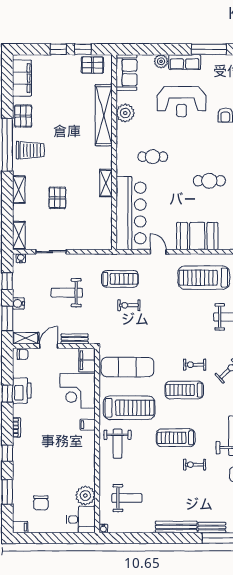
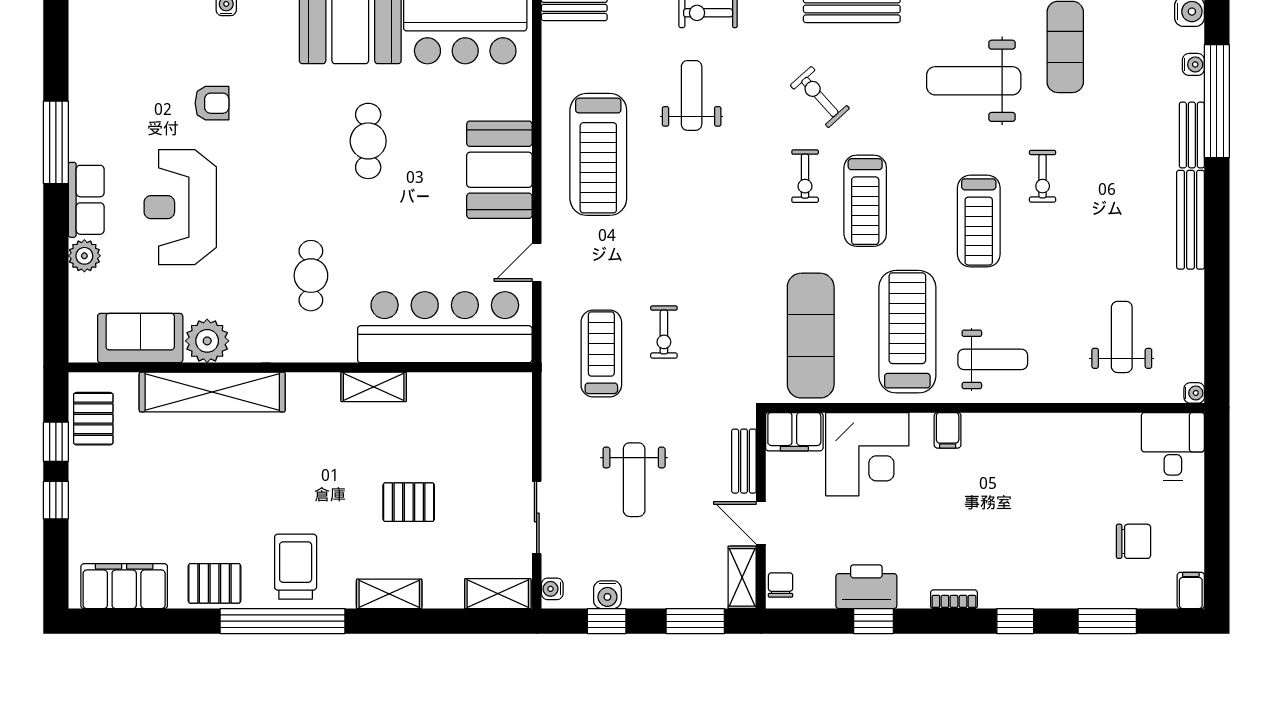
sofa: (126, 72) -> (140, 338), moved
reception desk: (182, 102) -> (180, 207), turned 180
water cooler: (18, 303) -> (607, 595), moved
plant: (85, 496) -> (1116, 435), removed

